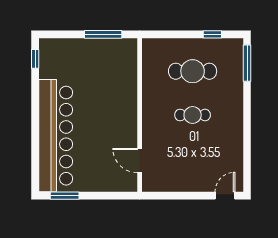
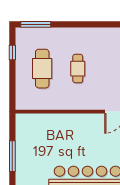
window: (103, 34) -> (12, 156), moved

